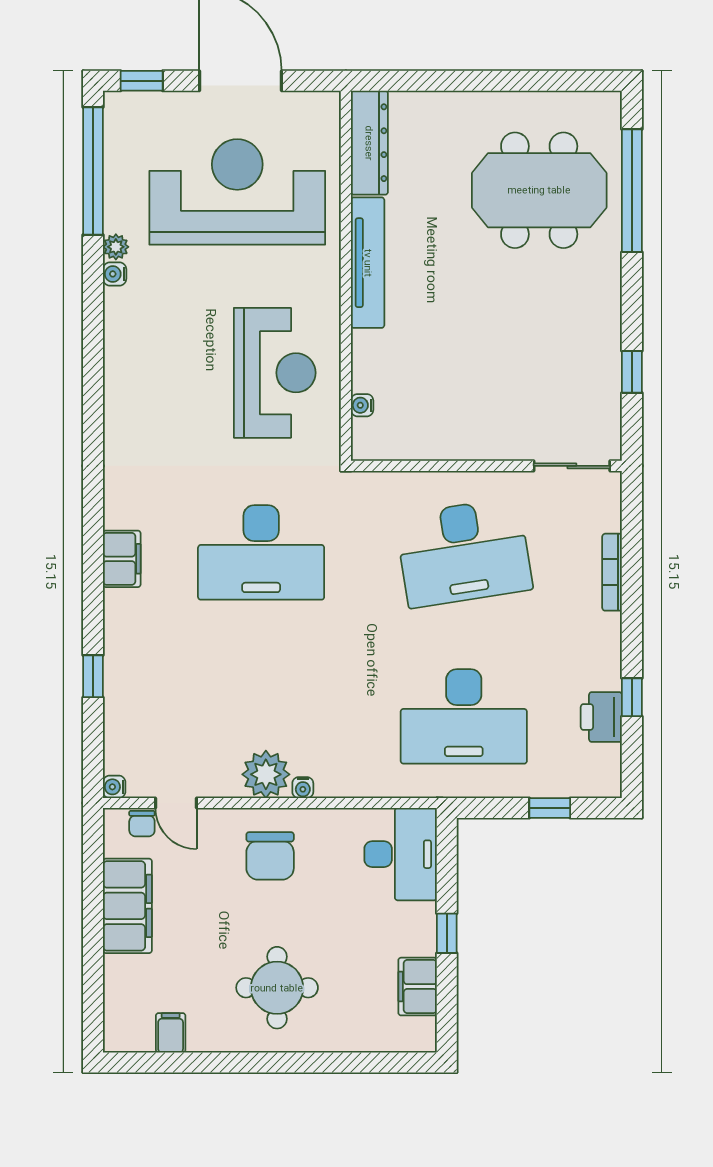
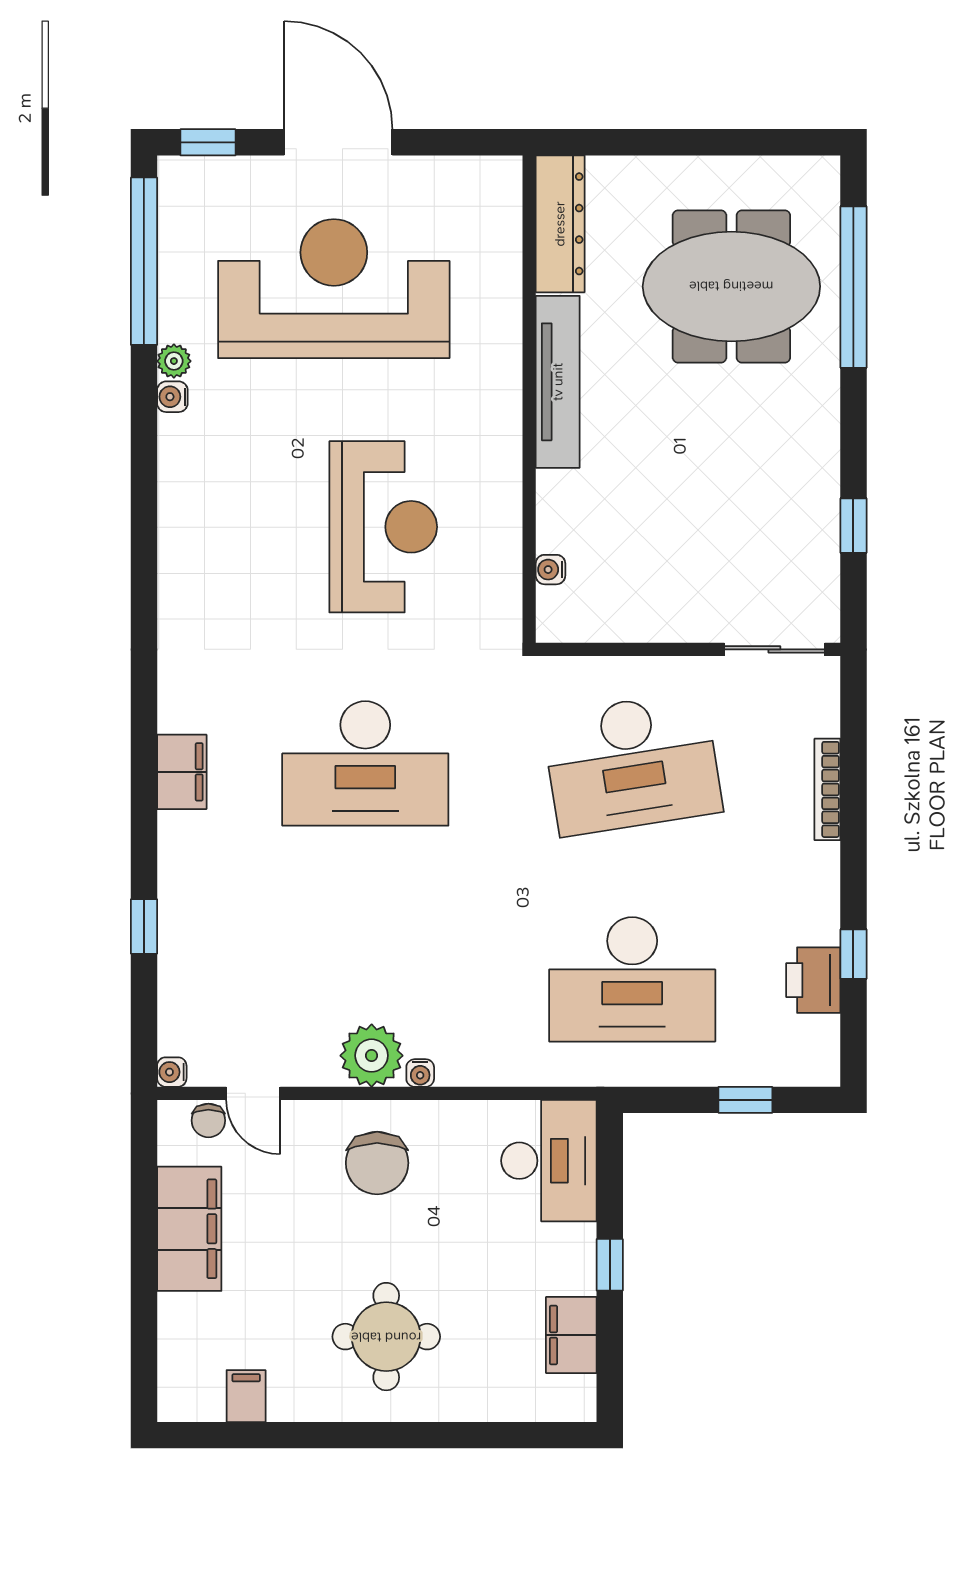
dresser: (369, 143) -> (560, 224), moved
tv unit: (368, 263) -> (558, 382), moved
wall: (346, 276) -> (529, 399), moved
water cooler: (362, 405) -> (550, 570), moved

